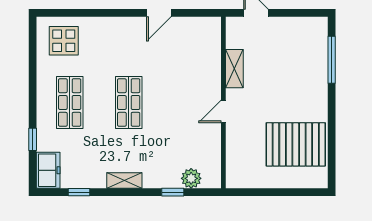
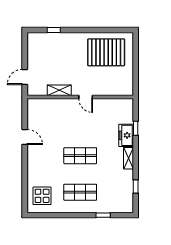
window: (332, 60) -> (54, 30), width x0.46
pallet: (296, 144) -> (106, 52), turned 90
freezer: (48, 170) -> (126, 135), moved, turned -90
plant: (191, 178) -> (127, 117), removed

